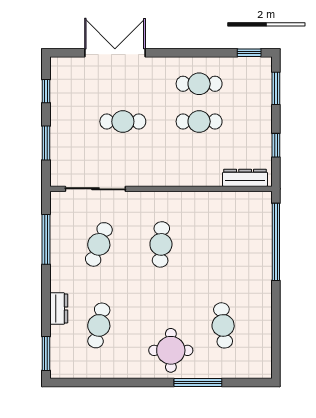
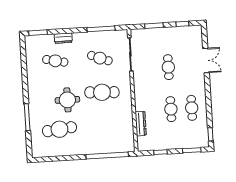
double door: (115, 53) -> (206, 61), width x0.73
dresser: (245, 178) -> (141, 124), moved
cafe table: (161, 244) -> (102, 92), width x1.37, depth x1.35
cafe table: (223, 325) -> (59, 129), width x1.37, depth x1.35
round table: (171, 350) -> (67, 100), moved

